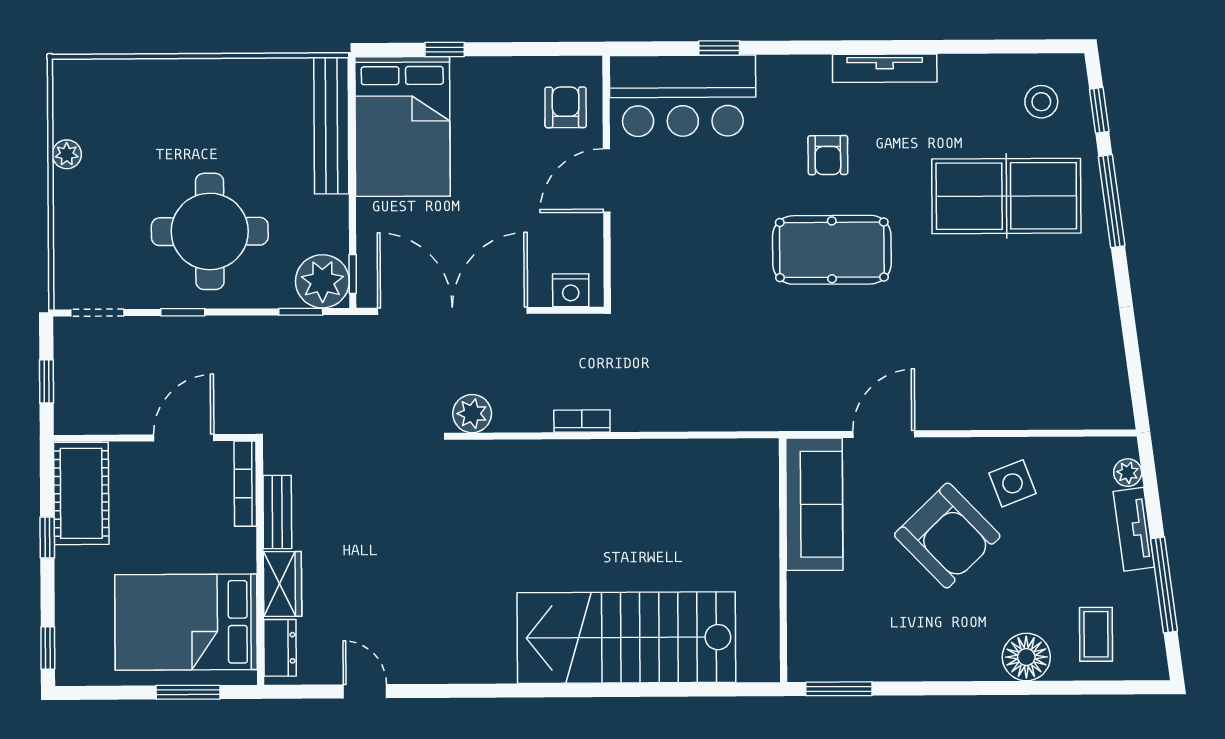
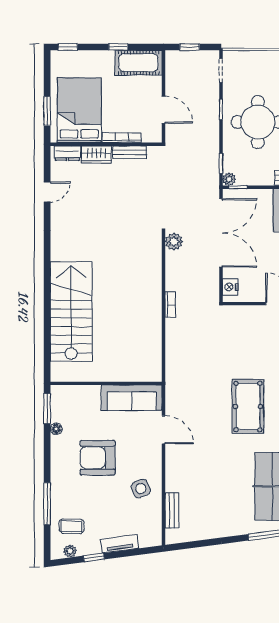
plant: (322, 281) -> (229, 179), width x0.53, depth x0.53
bench: (1060, 415) -> (172, 510), added
bookcase: (582, 421) -> (170, 305), moved
plant: (1128, 473) -> (70, 551), moved
bookcase: (245, 484) -> (122, 138), moved
armchair: (947, 536) -> (98, 458), moved, turned 44
window: (1164, 585) -> (94, 558), width x0.46
floor lamp: (1026, 657) -> (56, 429), moved, width x0.53, depth x0.53
window: (1047, 688) -> (47, 504), added

